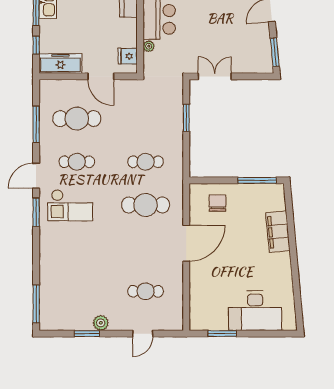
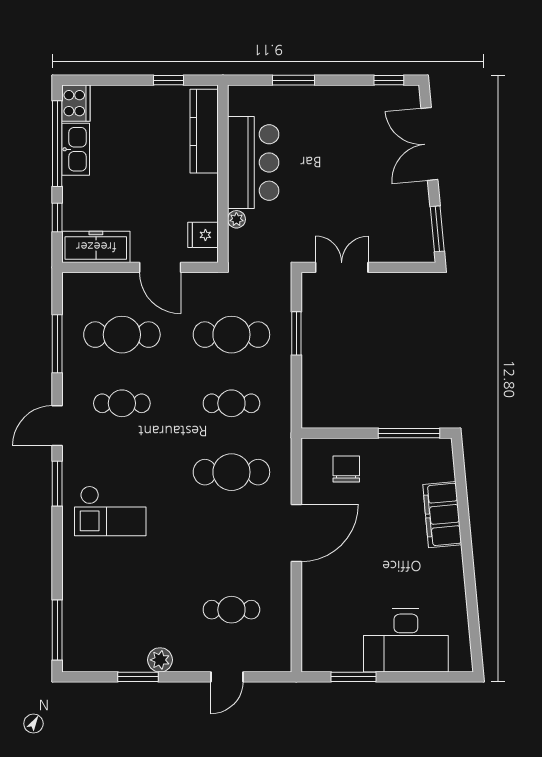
cafe table: (146, 119) -> (231, 335), added
checkout: (70, 205) -> (110, 511), moved

